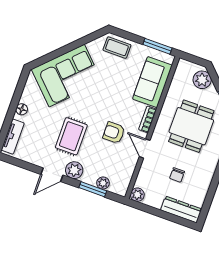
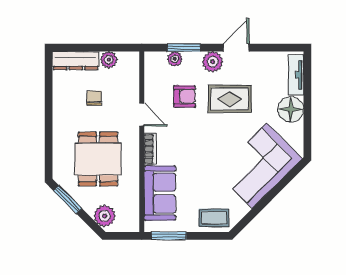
floor lamp: (22, 109) -> (291, 109), width x1.89, depth x1.89
armchair: (114, 133) -> (184, 97), moved
rug: (71, 136) -> (230, 99), turned 90
plant: (137, 195) -> (109, 60), moved

